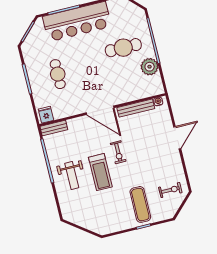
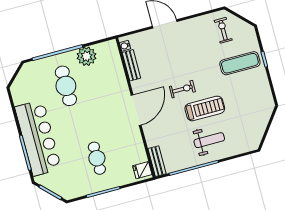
cafe table: (58, 74) -> (97, 158), turned 90
bench: (136, 108) -> (131, 65), width x0.73

